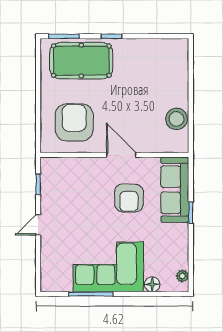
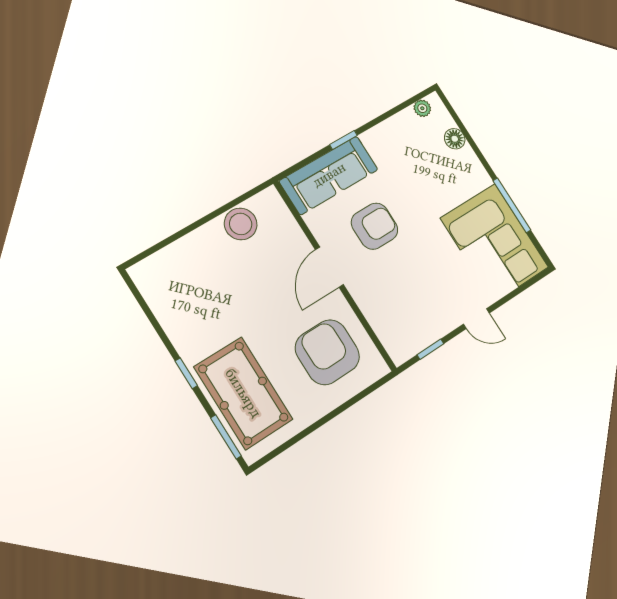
armchair: (74, 122) -> (327, 352), turned 90
corner sofa: (108, 267) -> (495, 243), moved

